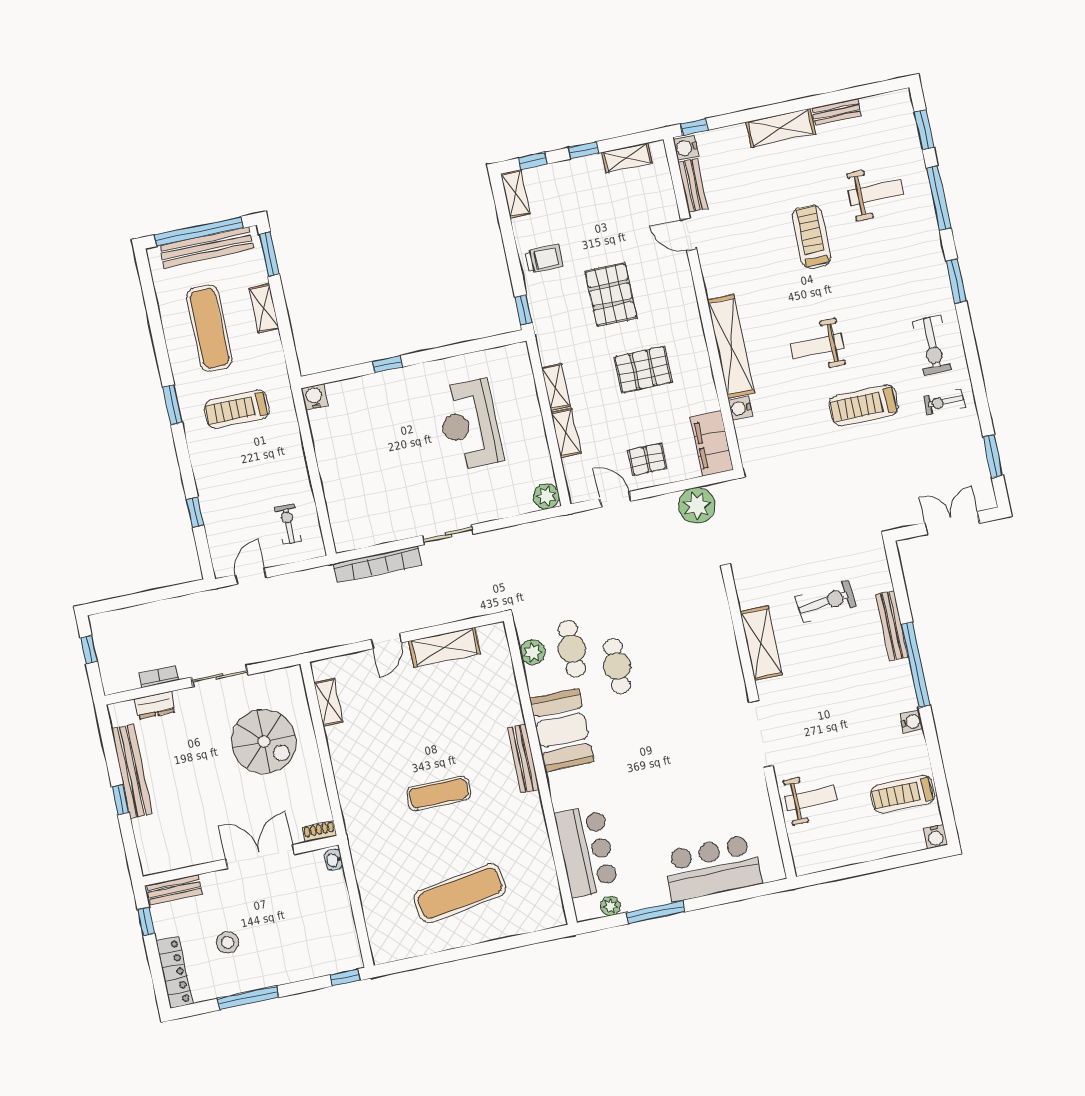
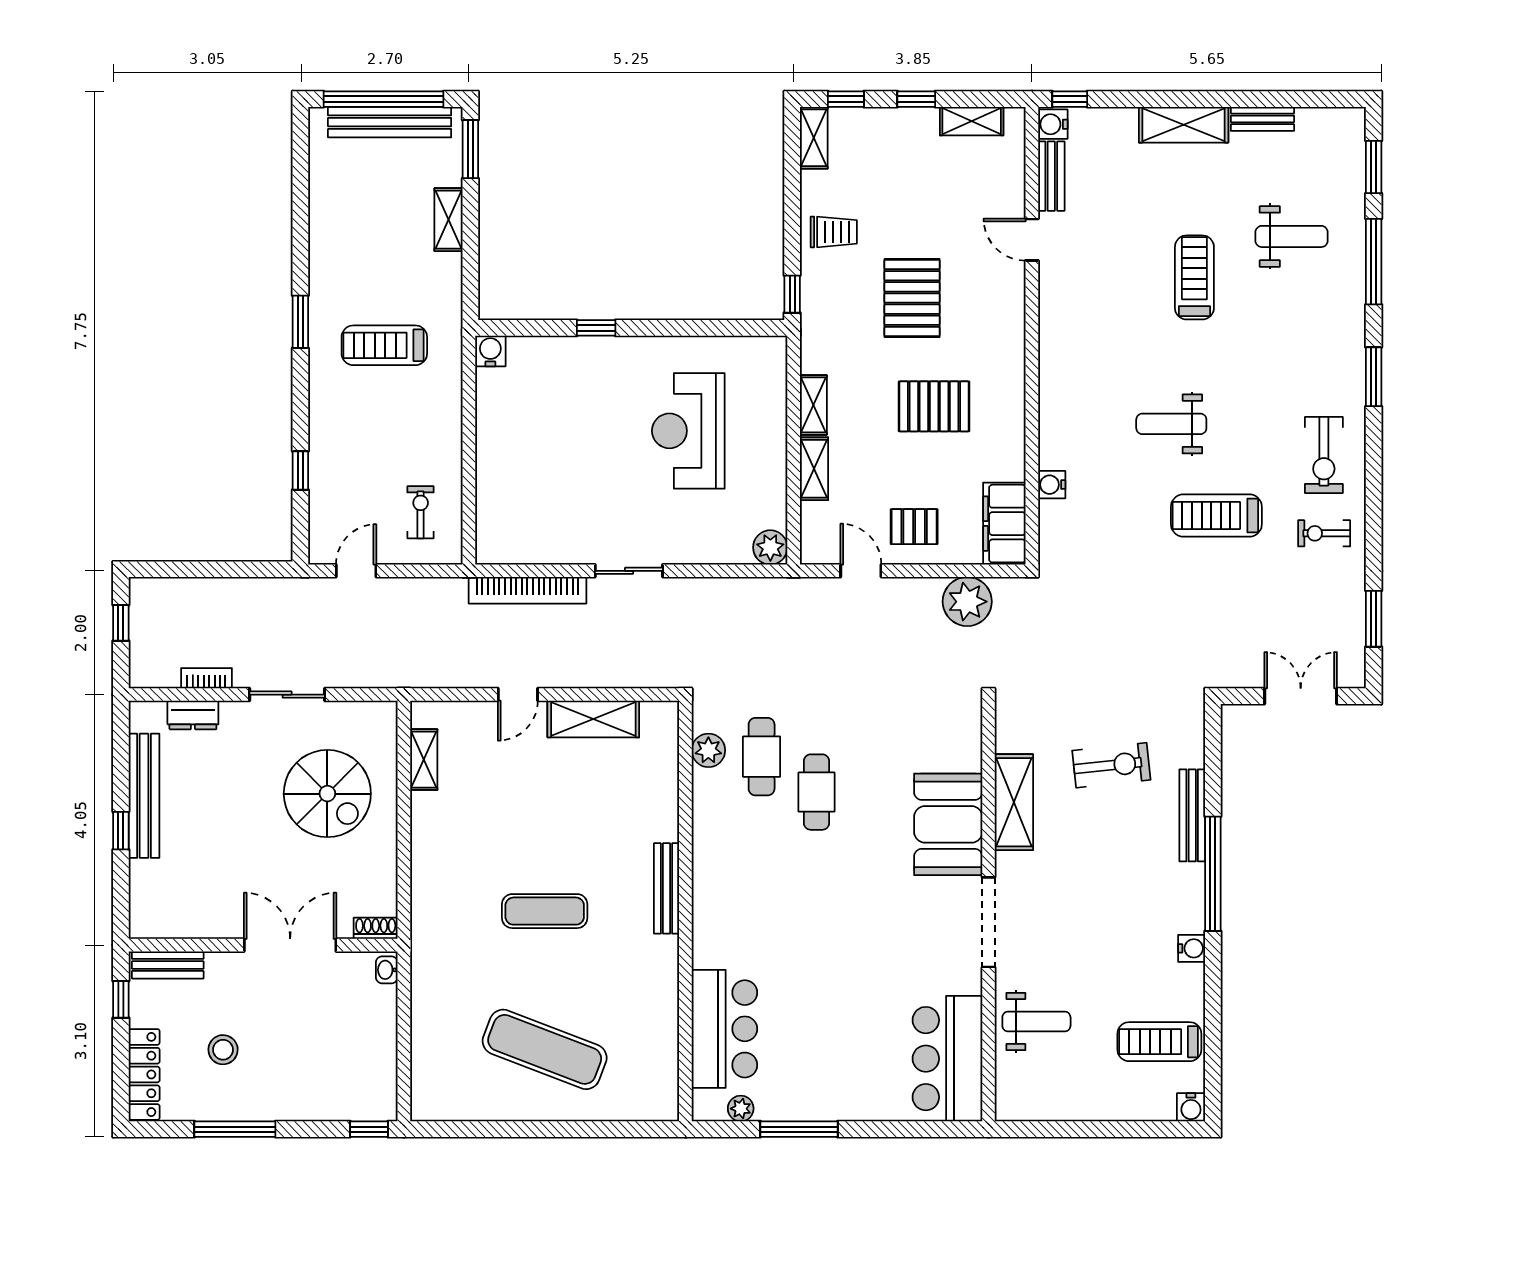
exercise mat: (209, 328) -> (371, 231), removed
shelving: (731, 346) -> (1057, 400), removed
booth: (562, 730) -> (948, 824), moved
bar counter: (713, 868) -> (947, 1059), moved, turned -90
exercise mat: (460, 893) -> (545, 1049), turned 30

